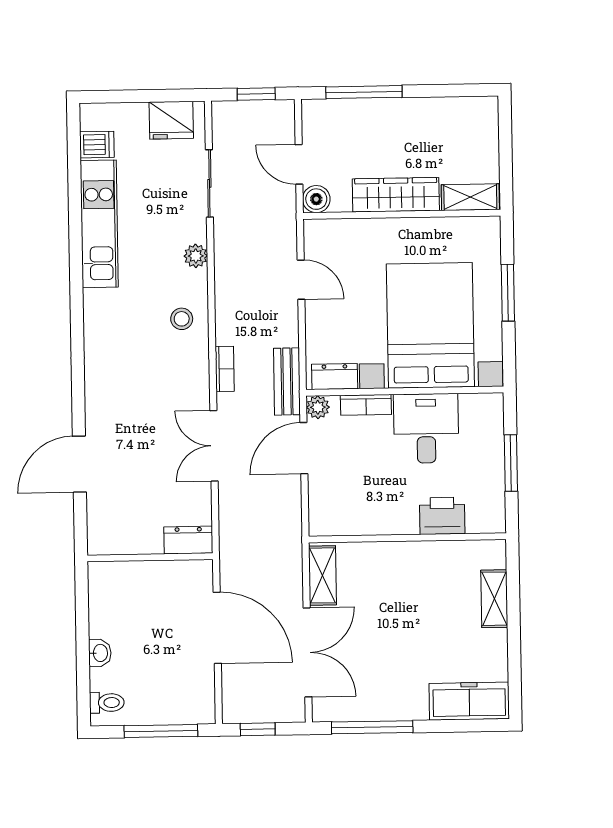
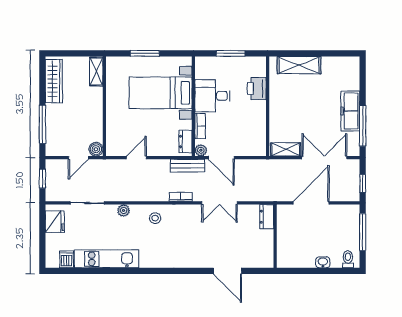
wardrobe: (396, 195) -> (54, 81), moved, turned 180
bed with nightstands: (430, 325) -> (161, 93), width x0.73
shelving: (494, 599) -> (299, 65), width x1.50, depth x1.33
freezer: (469, 701) -> (350, 111), moved

